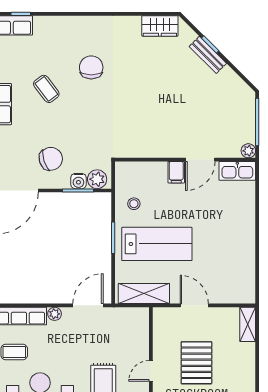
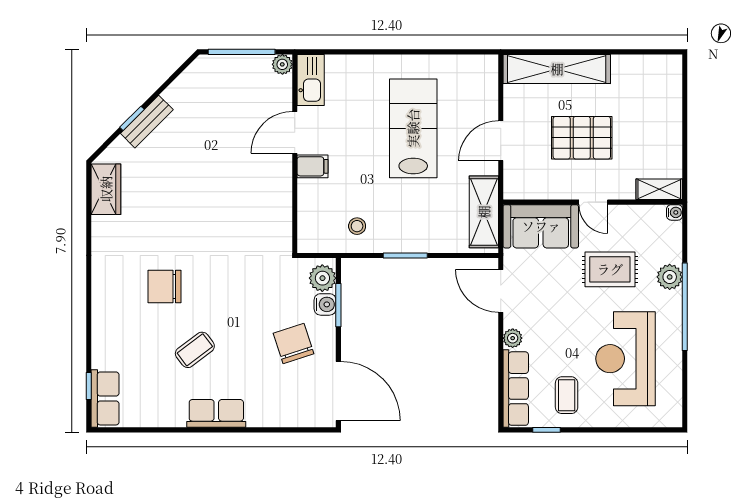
door: (200, 160) -> (295, 132), swing flipped
lab bench: (157, 244) -> (413, 128), moved
shelving: (248, 324) -> (557, 69), width x2.20, depth x1.33
sofa: (134, 334) -> (541, 226), added

